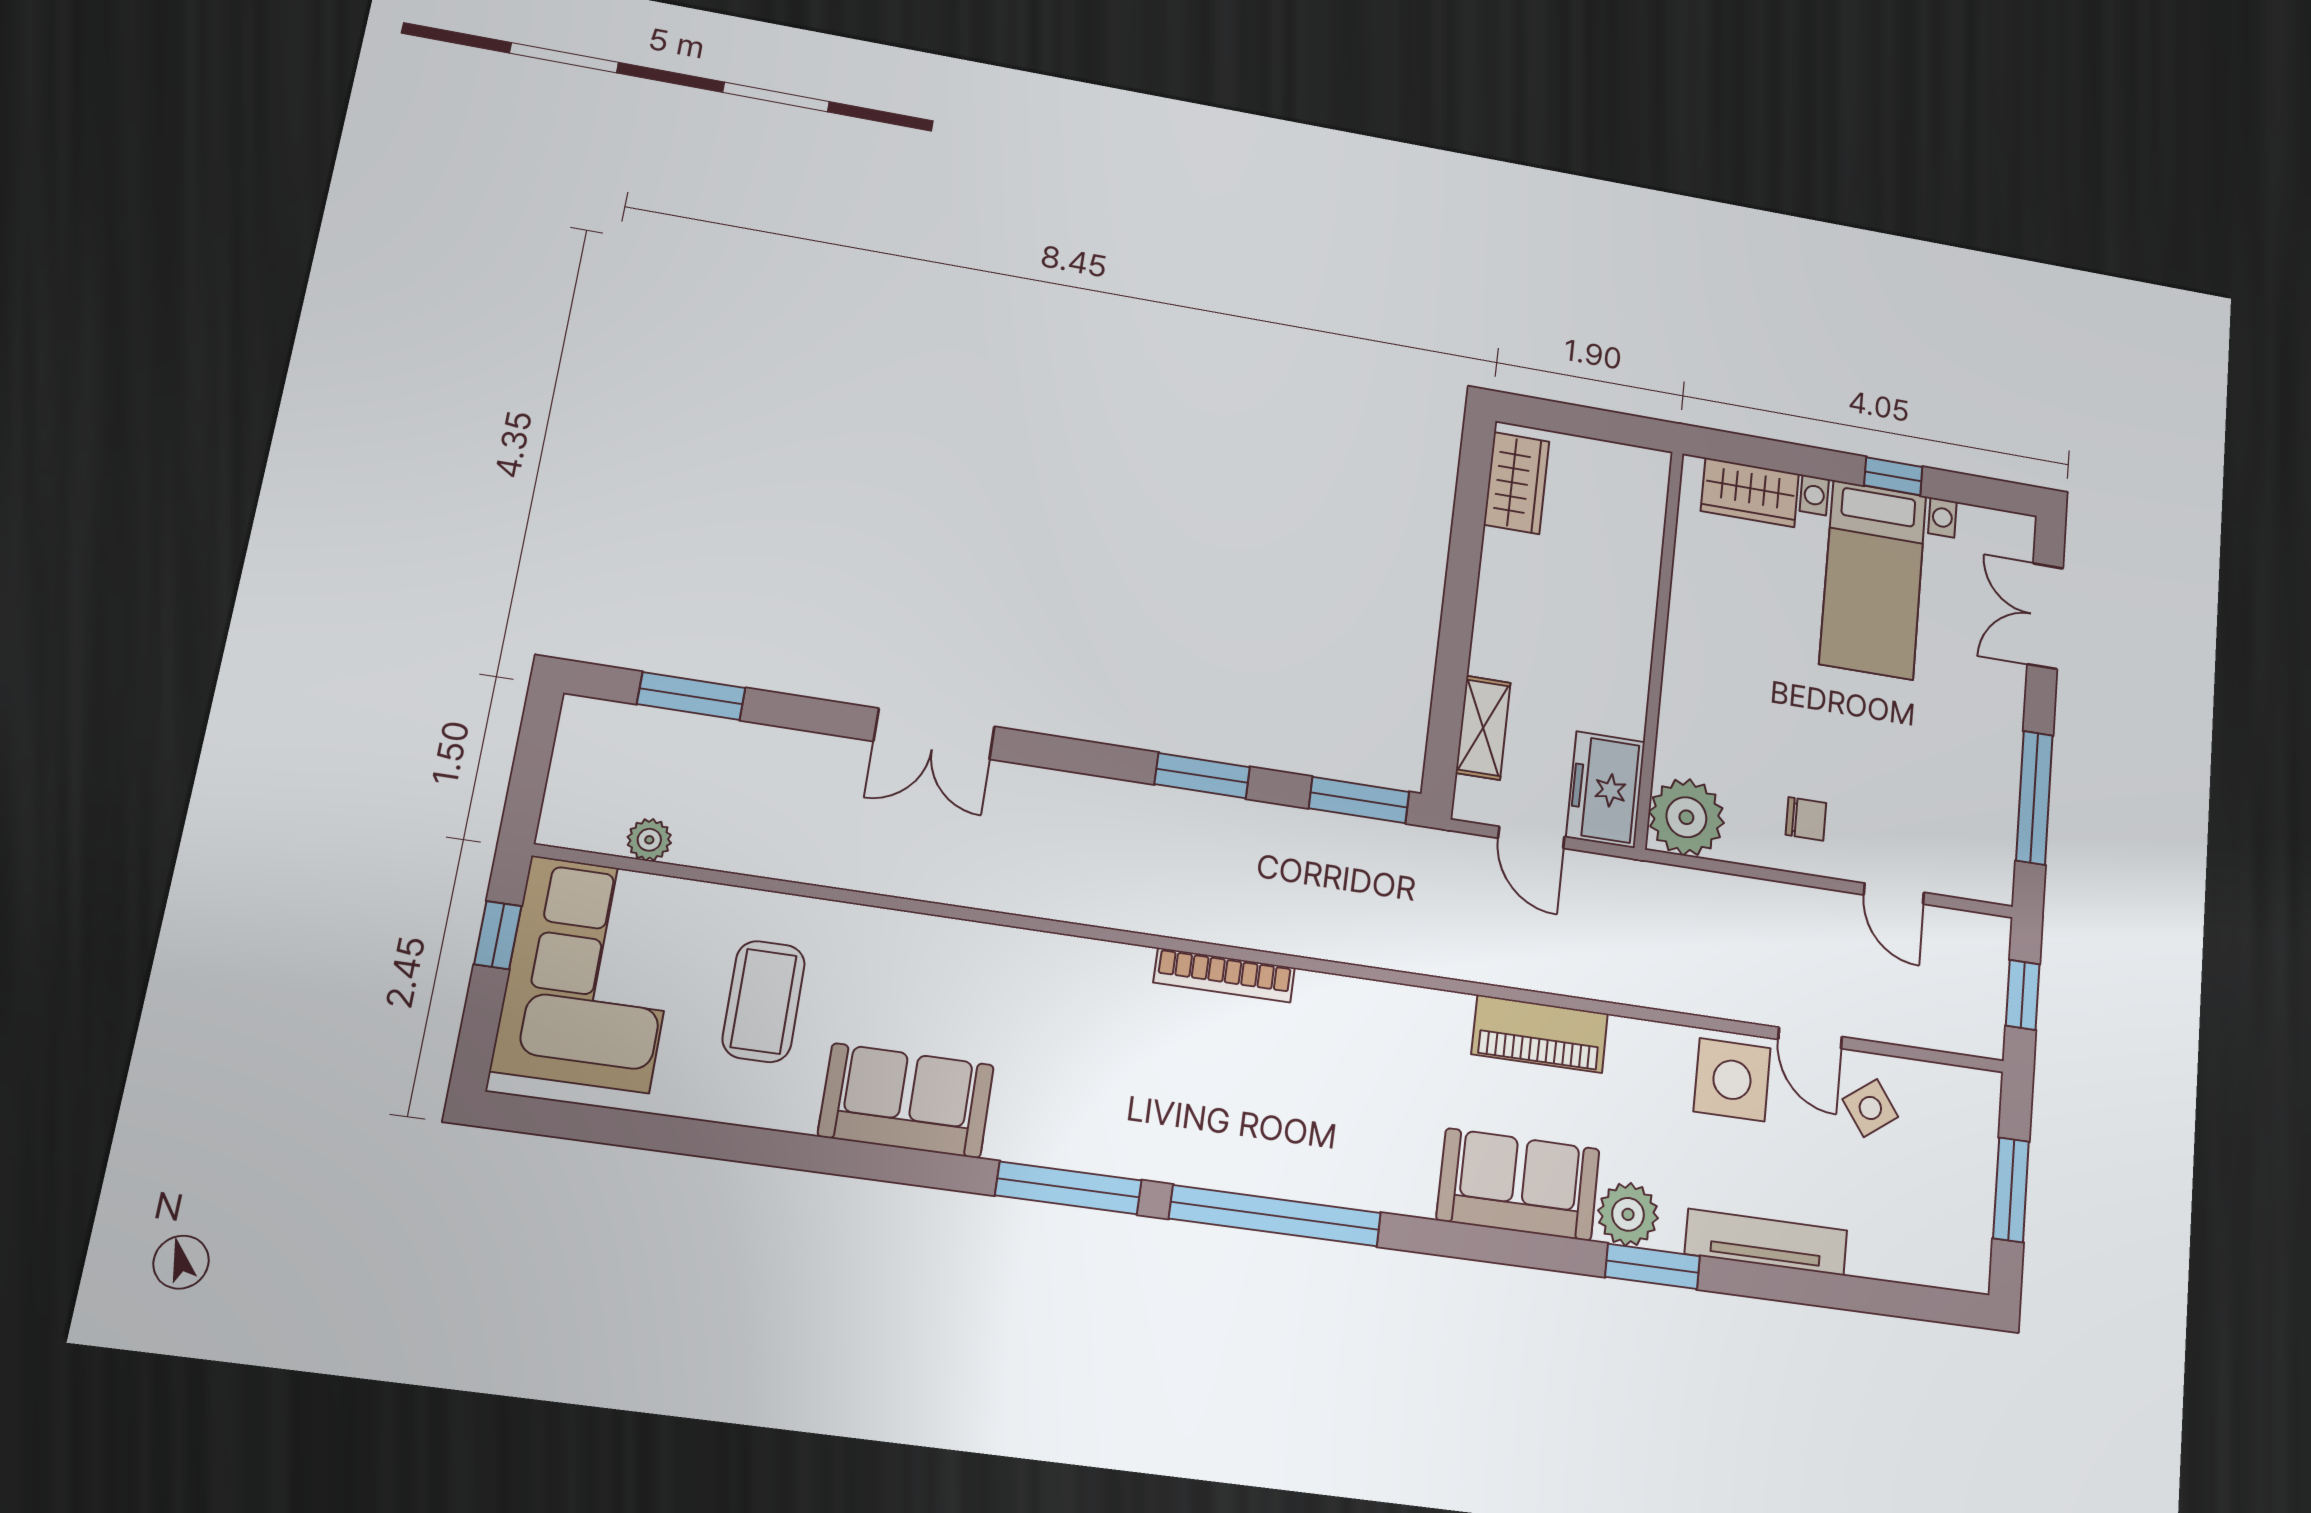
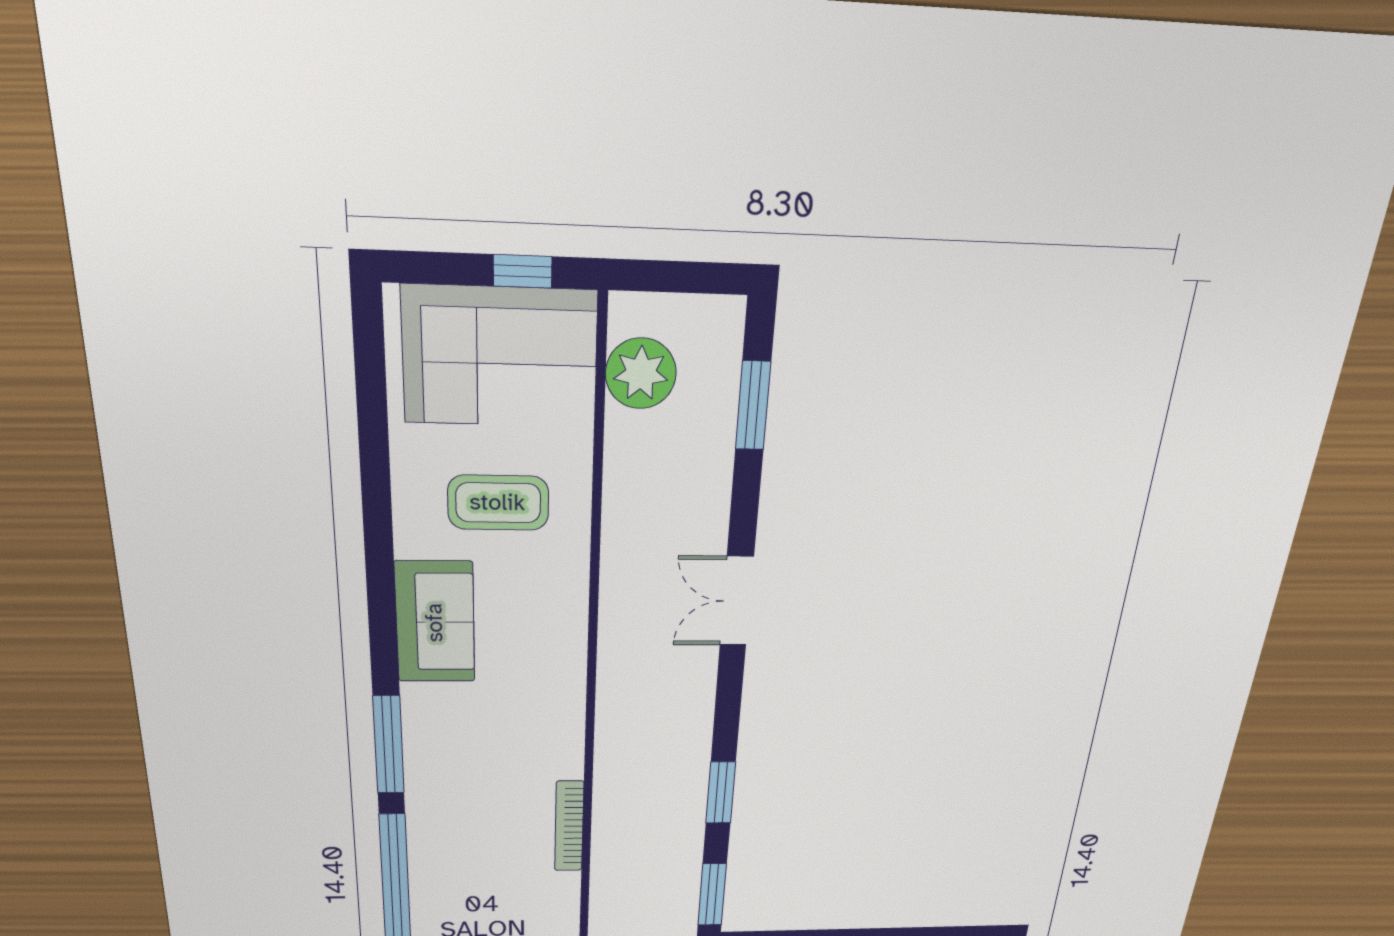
plant: (649, 840) -> (641, 373), width x1.87, depth x1.87

